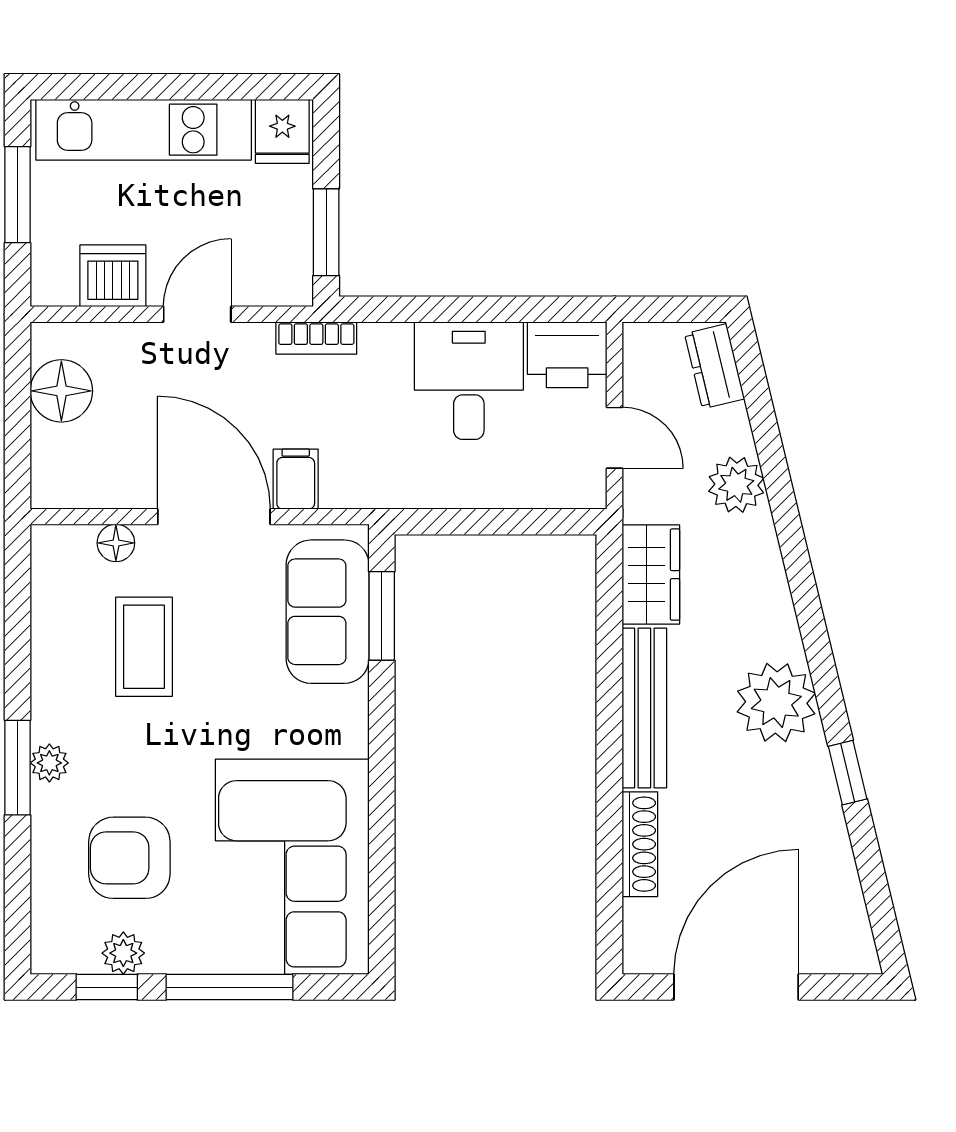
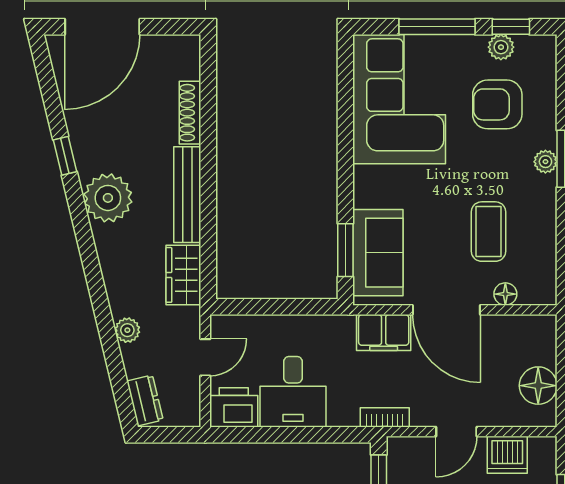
door: (614, 438) -> (205, 357), swing flipped
filing cabinet: (296, 479) -> (384, 332), width x2.00
plant: (736, 485) -> (127, 330), width x0.73, depth x0.73
armchair: (129, 858) -> (497, 104), turned 180
door: (736, 987) -> (102, 27), moved

